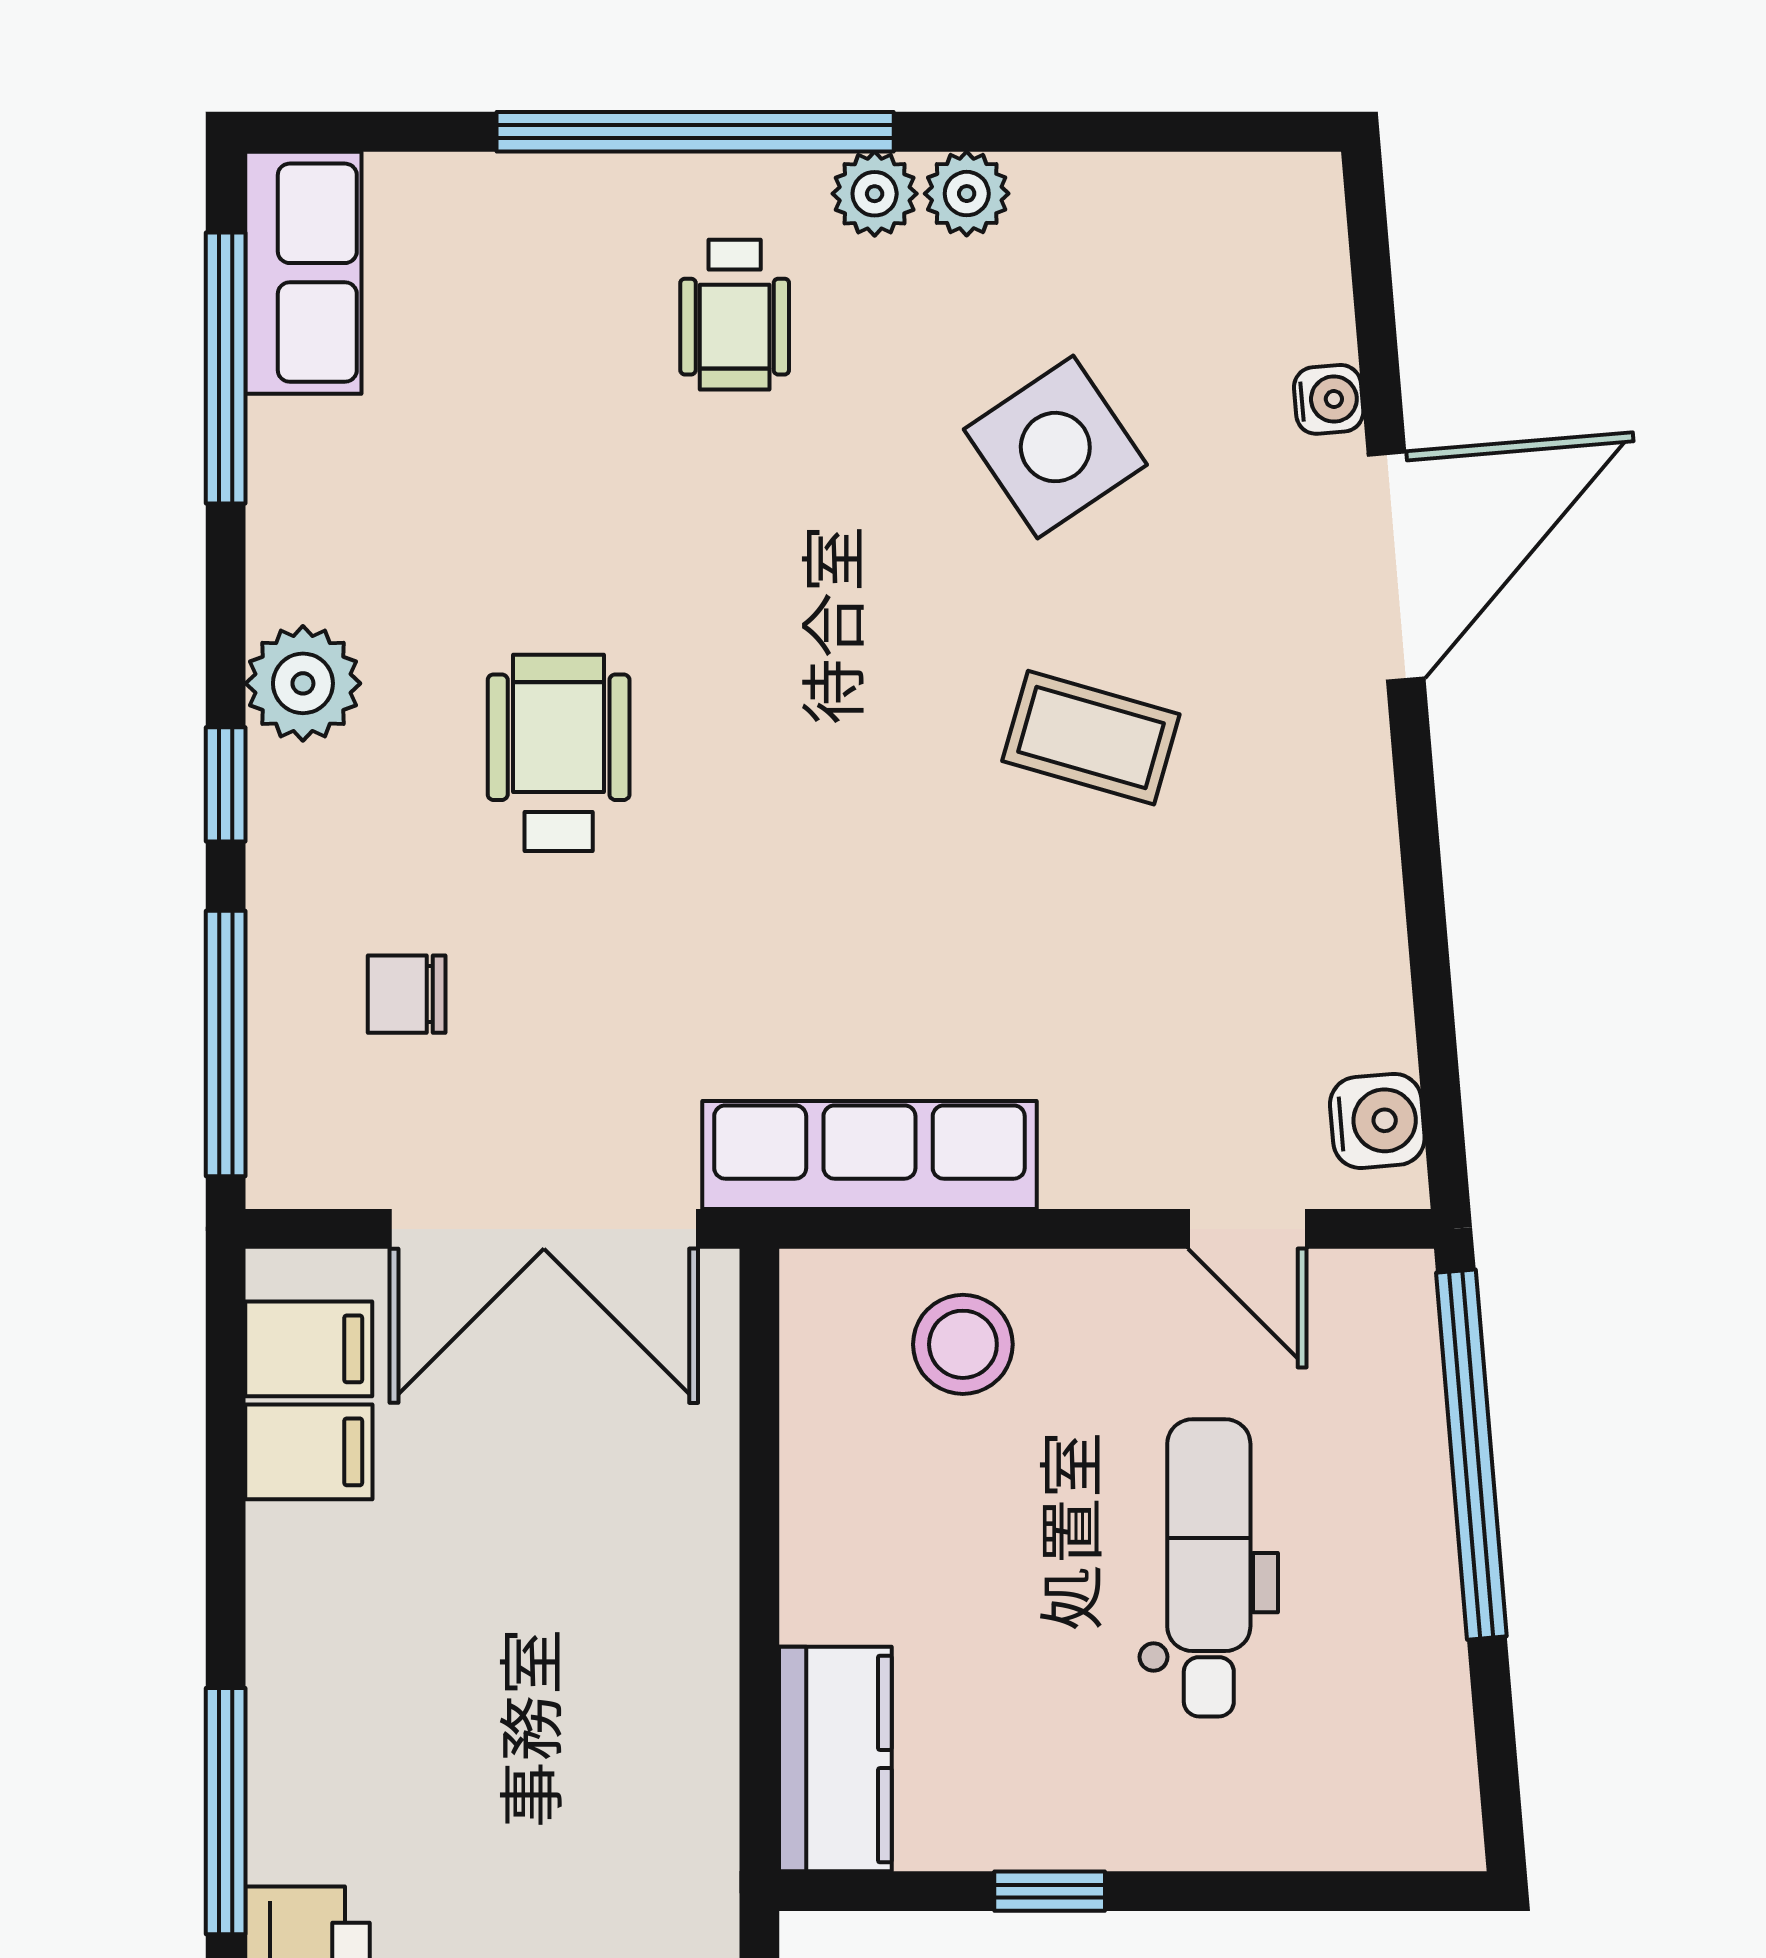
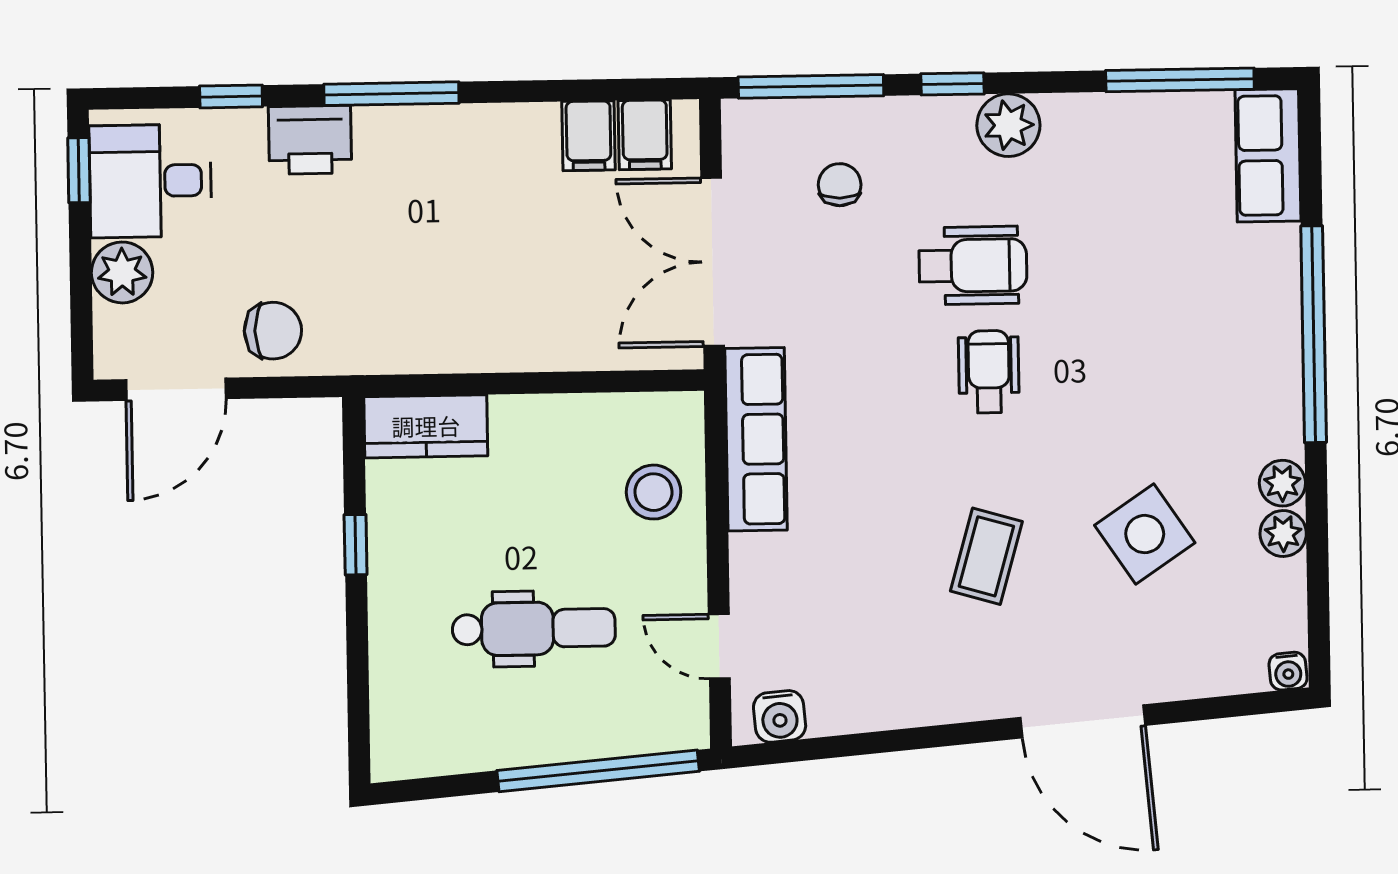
plant: (875, 194) -> (1283, 533), moved
row of seats: (303, 273) -> (1268, 155), moved, turned 90
wheelchair: (735, 315) -> (989, 372), moved, turned 90
water cooler: (1329, 399) -> (1288, 671), moved
door: (1247, 1229) -> (719, 646), hinge flipped

